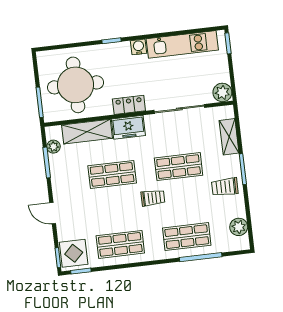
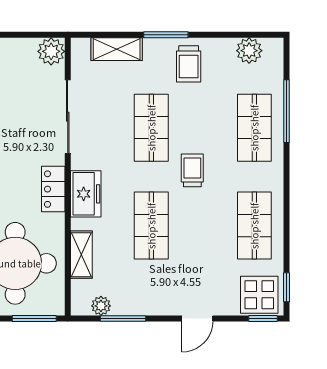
shelving: (87, 132) -> (81, 255), width x0.67, depth x0.75

